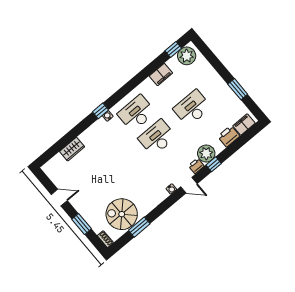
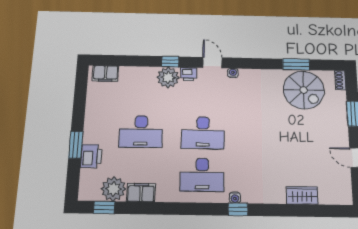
plant: (187, 56) -> (113, 189), moved
window: (238, 89) -> (76, 145), moved
printer: (229, 136) -> (91, 156), moved, turned -90

